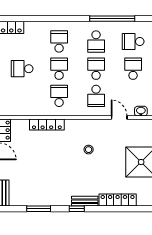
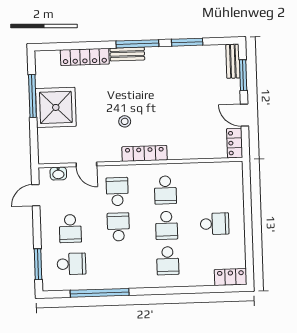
school desk: (96, 41) -> (120, 262), removed
school desk: (96, 69) -> (118, 227), turned 180
locker: (47, 124) -> (144, 153), moved
window: (77, 209) -> (137, 44), width x2.17

